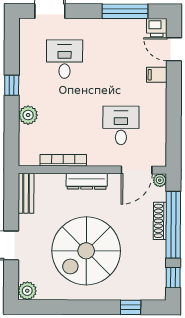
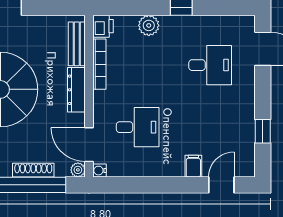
window: (125, 11) -> (263, 131), width x0.46
printer: (157, 28) -> (103, 26), moved, turned 180
water cooler: (160, 160) -> (100, 171), added
bench: (26, 193) -> (77, 44), moved, turned 90

